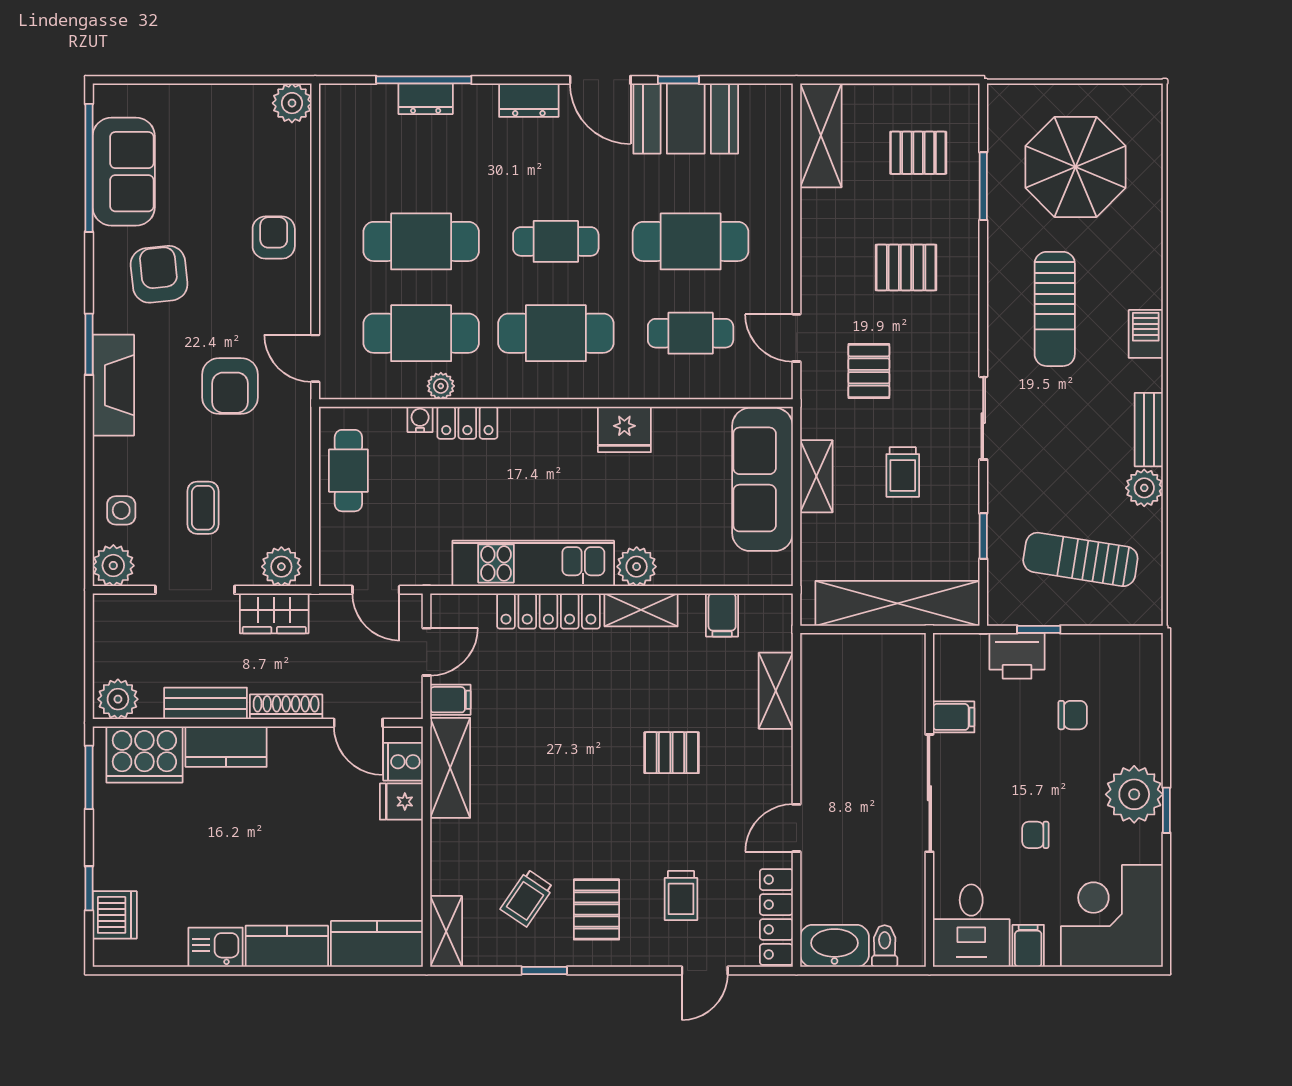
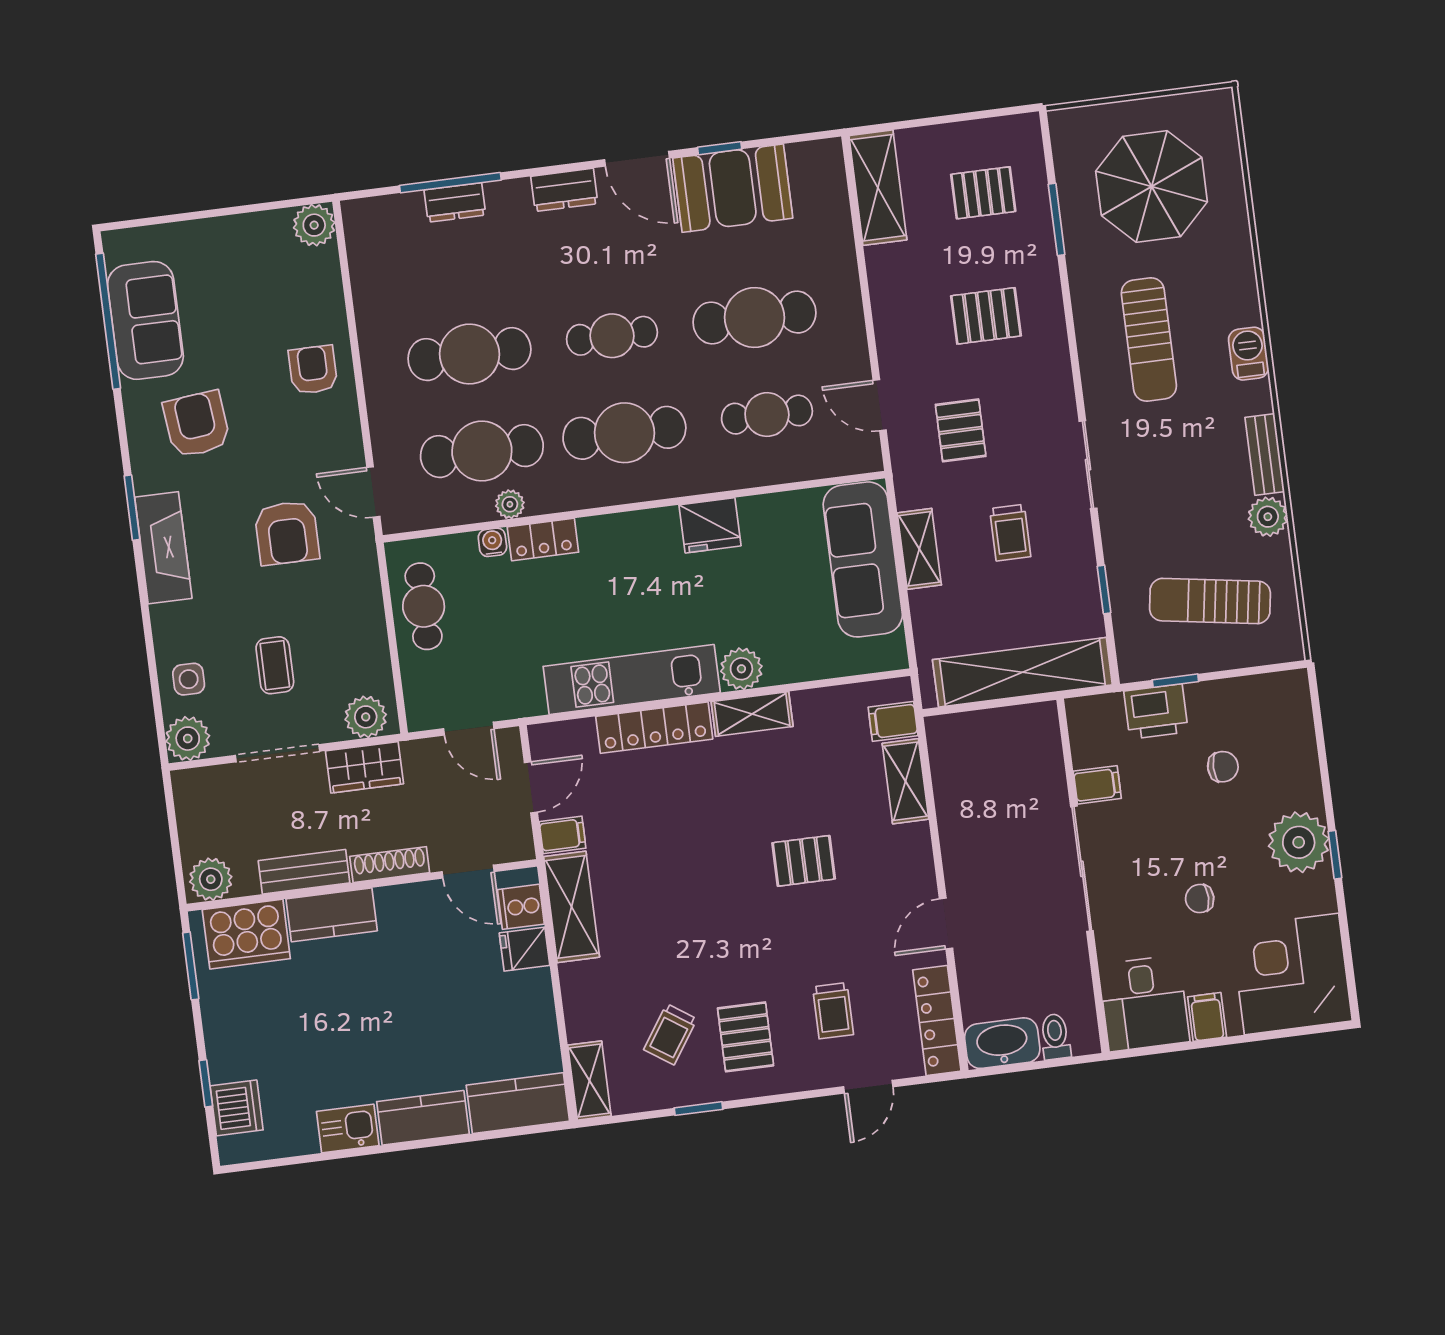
filing cabinet: (722, 615) -> (893, 721), moved, turned 90

